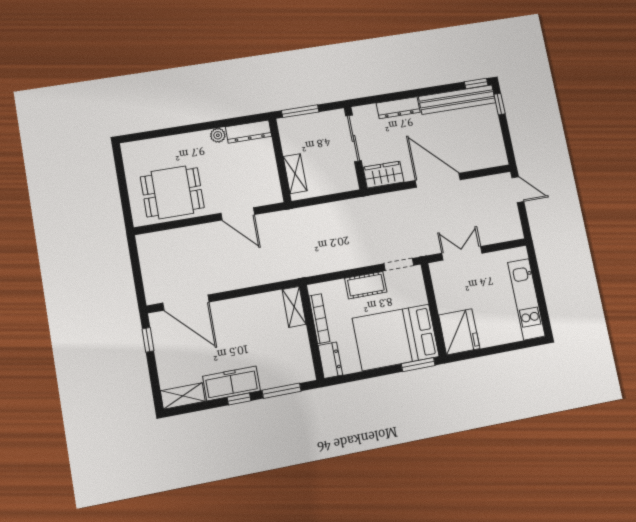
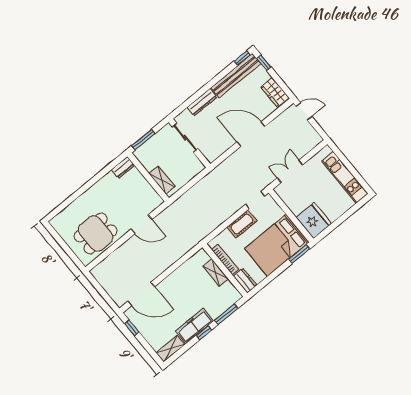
dresser: (249, 132) -> (123, 167), width x0.70
plant: (218, 135) -> (102, 183), removed
wardrobe: (384, 175) -> (275, 92), moved, turned -90
shelving: (294, 307) -> (216, 273), moved

